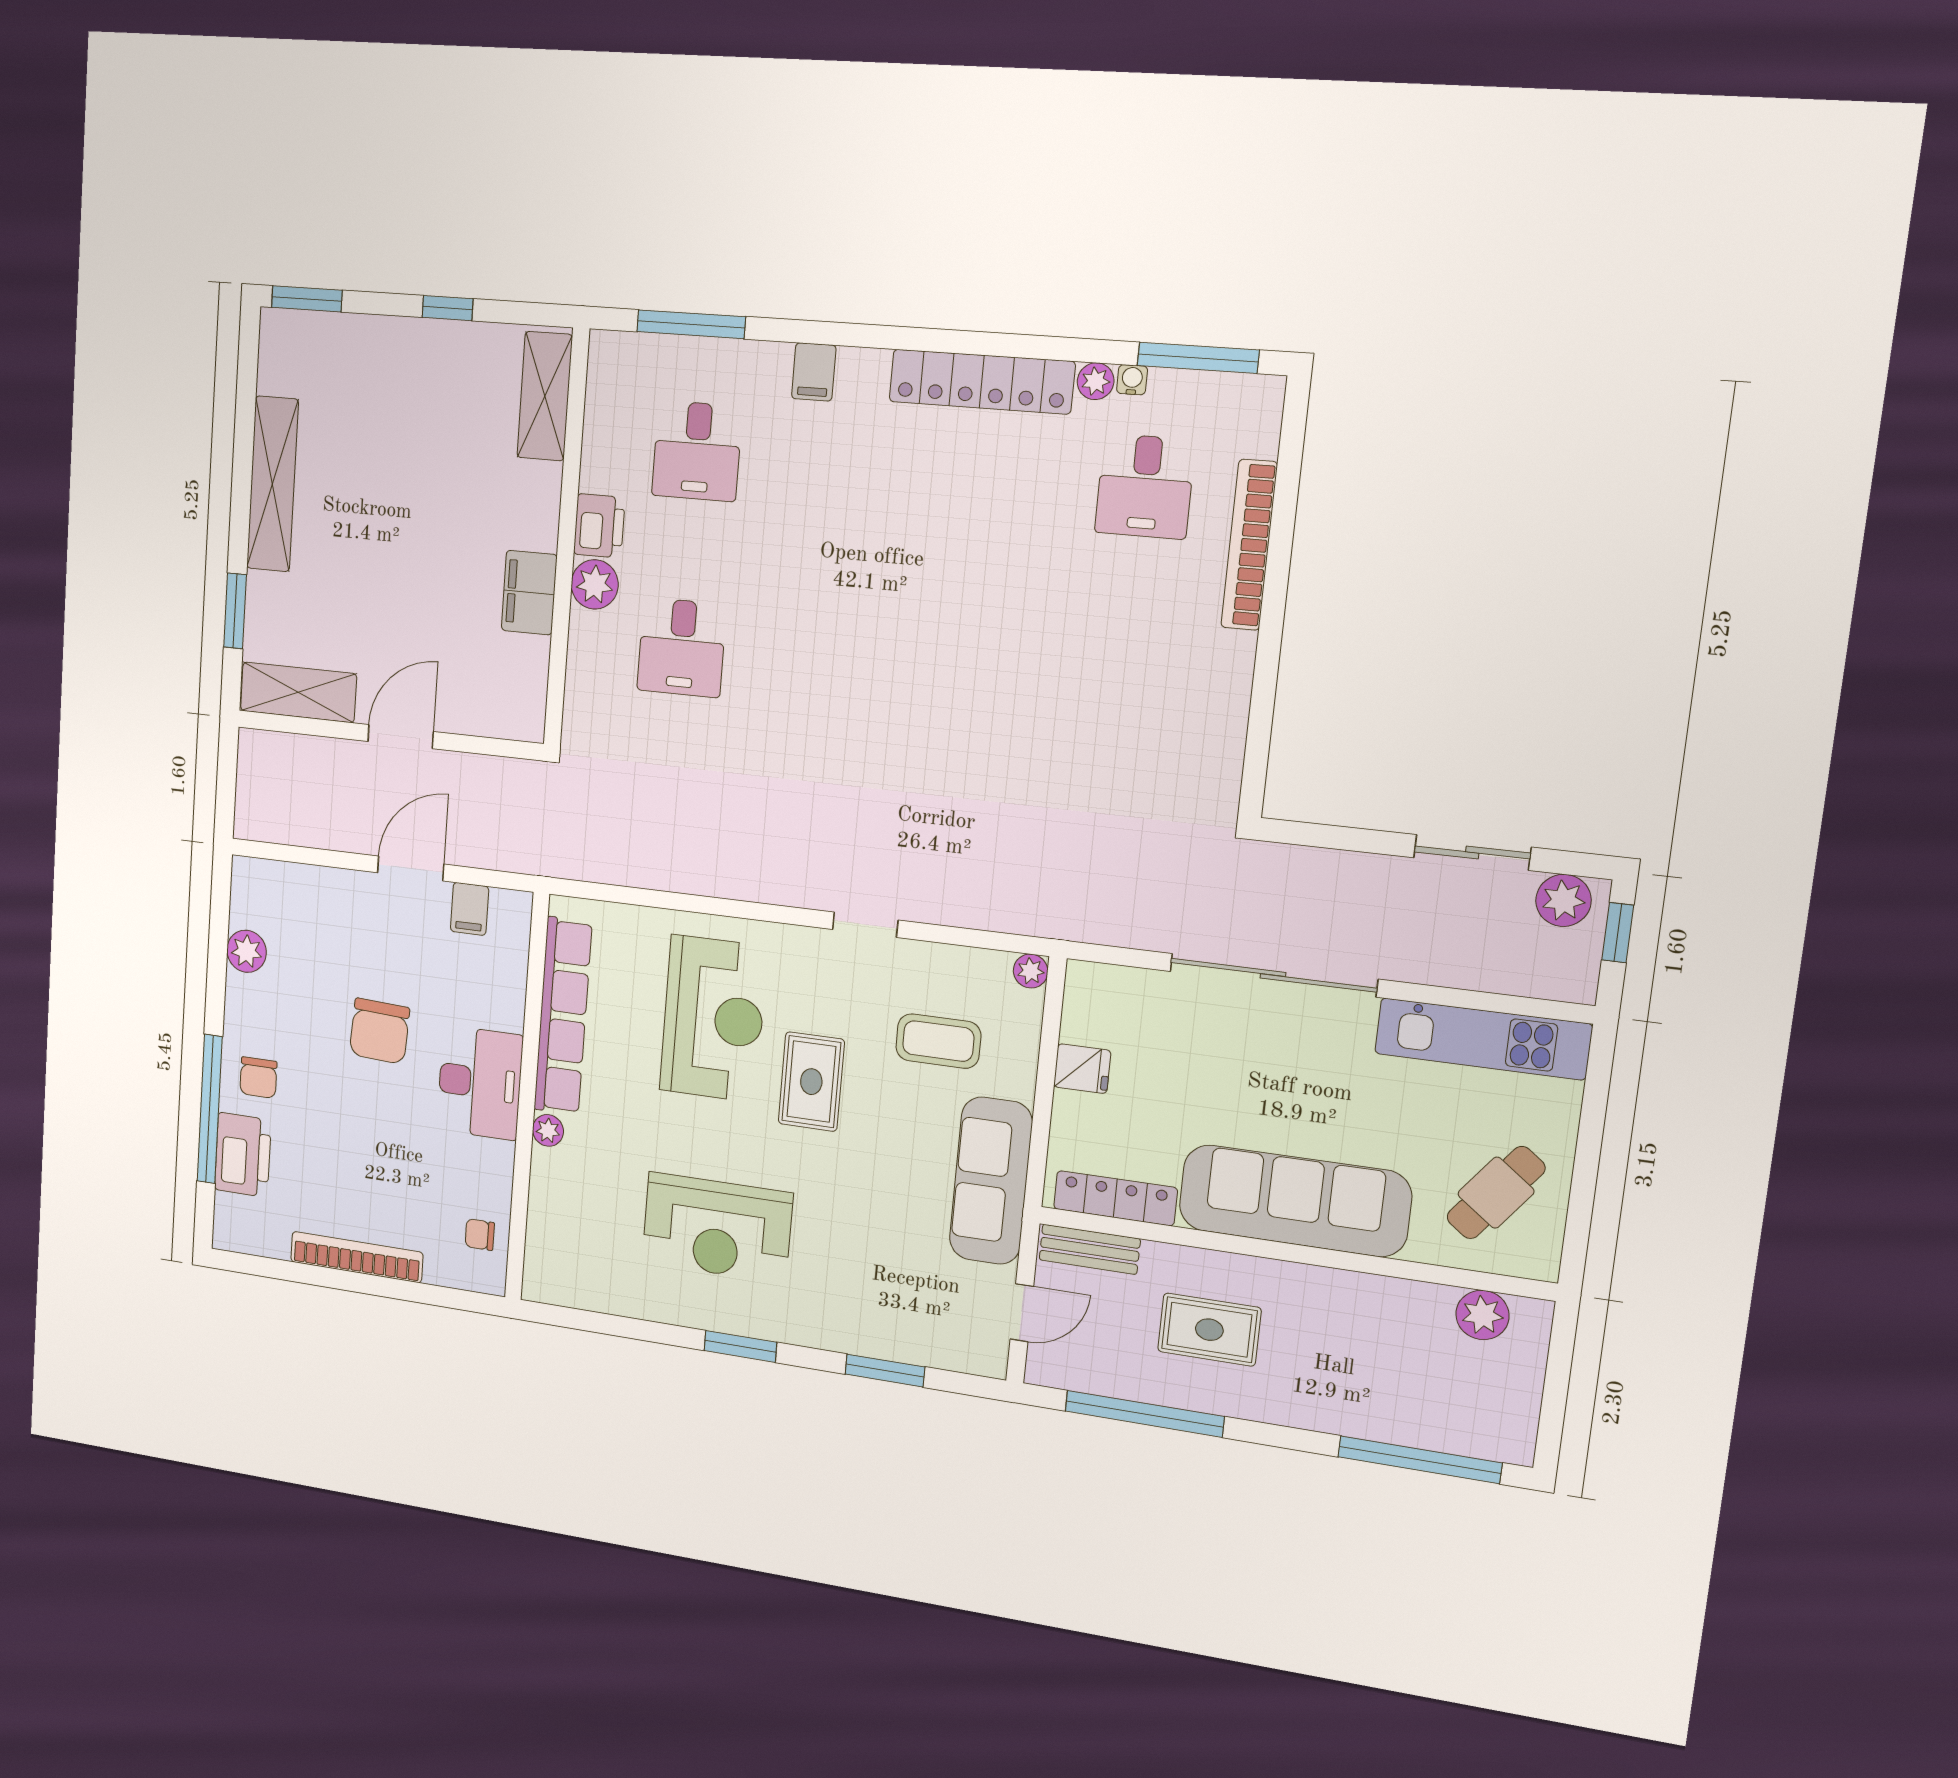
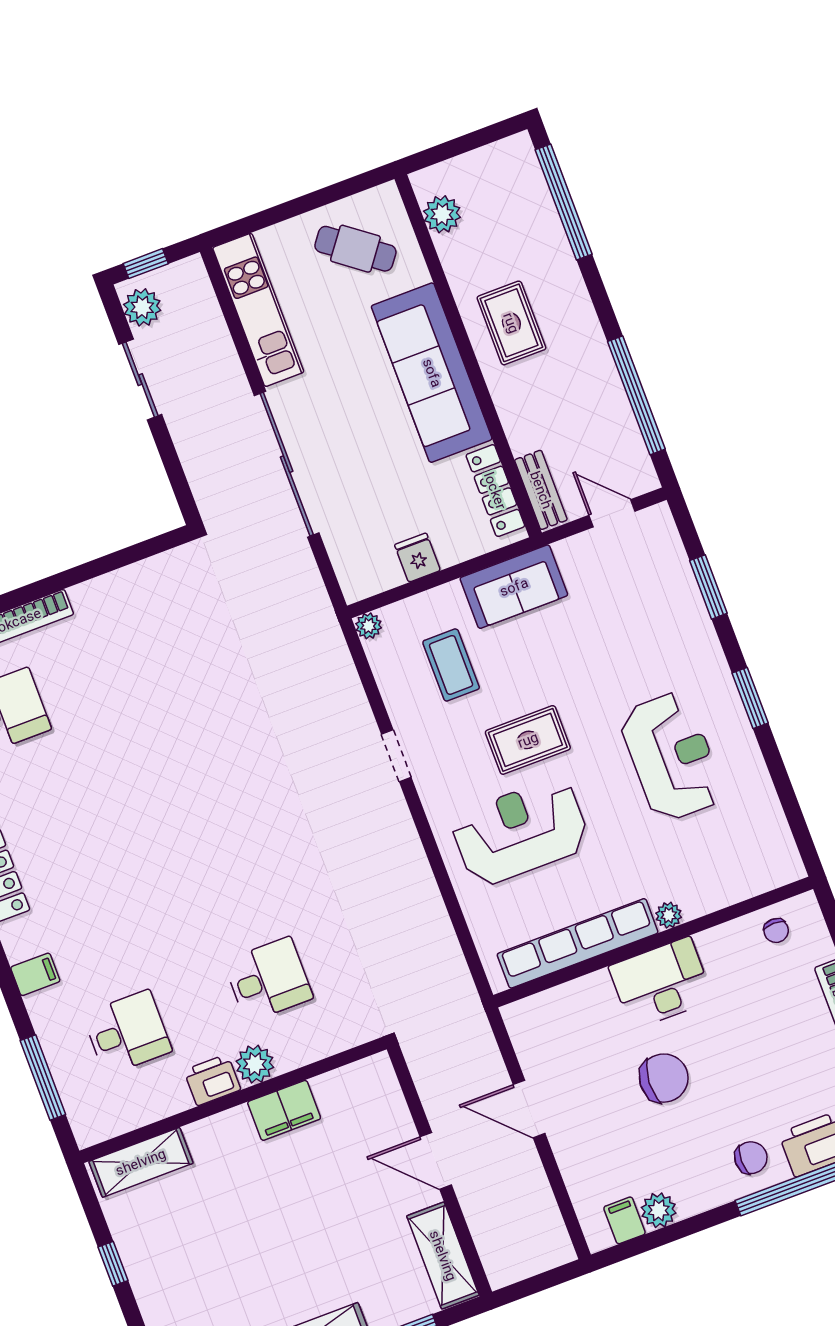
filing cabinet: (470, 909) -> (624, 1220), moved, turned -90
sofa: (991, 1181) -> (514, 587), width x0.73
rug: (1209, 1330) -> (511, 323), moved

